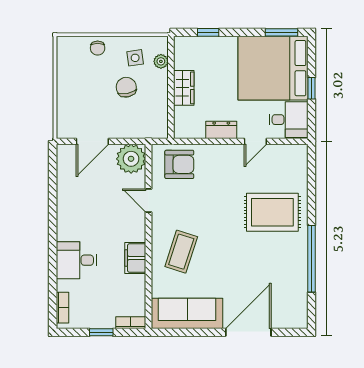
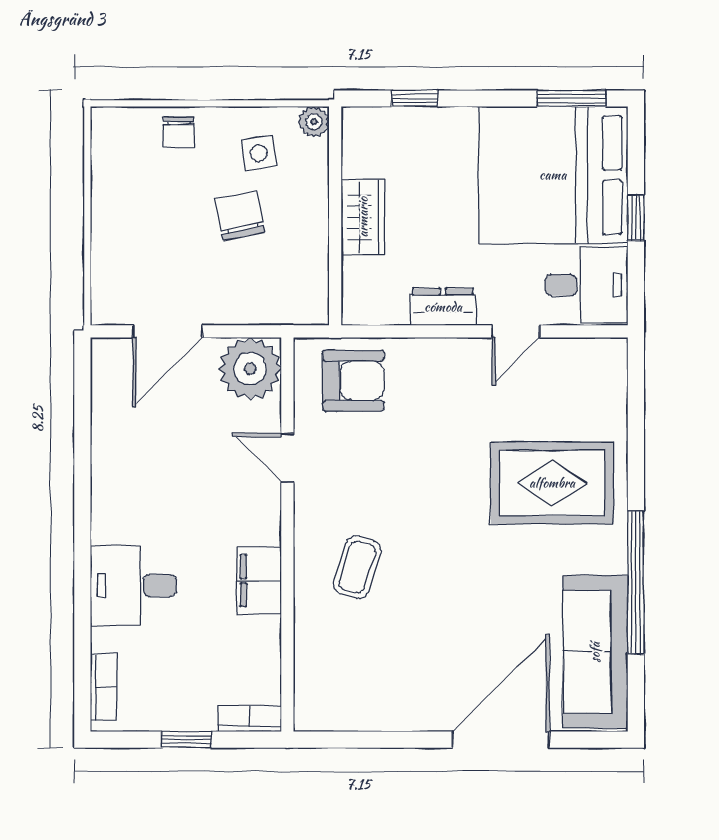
plant: (161, 61) -> (314, 122), moved
coffee table: (181, 252) -> (357, 567), width x0.73, depth x0.77
sofa: (187, 313) -> (595, 652), moved, turned -90

